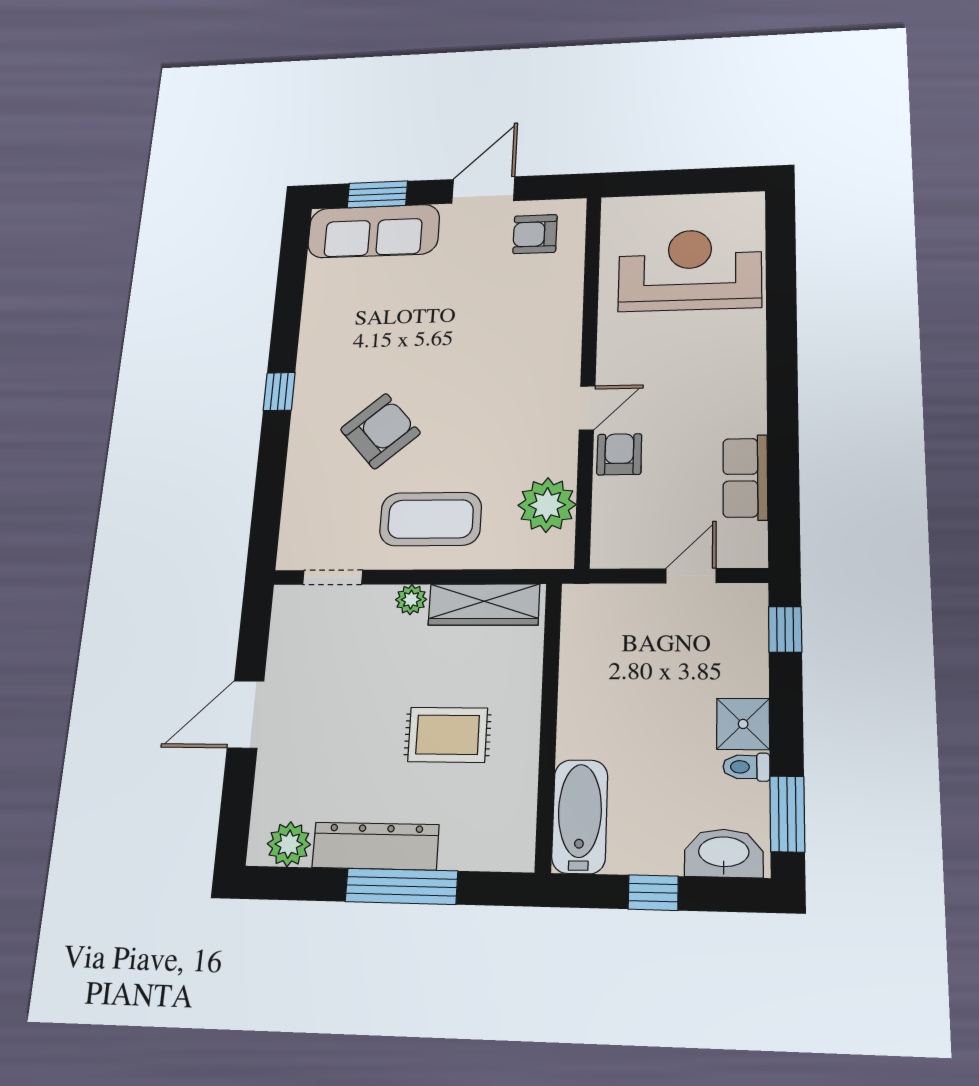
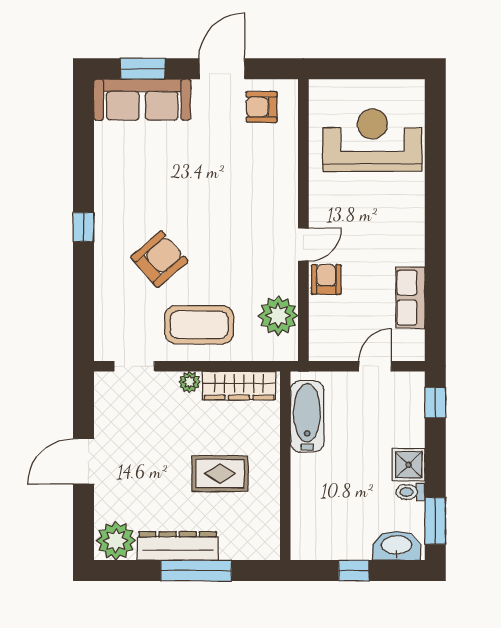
bathtub: (580, 816) -> (307, 416), moved
plant: (289, 844) -> (116, 541), width x1.36, depth x1.36

